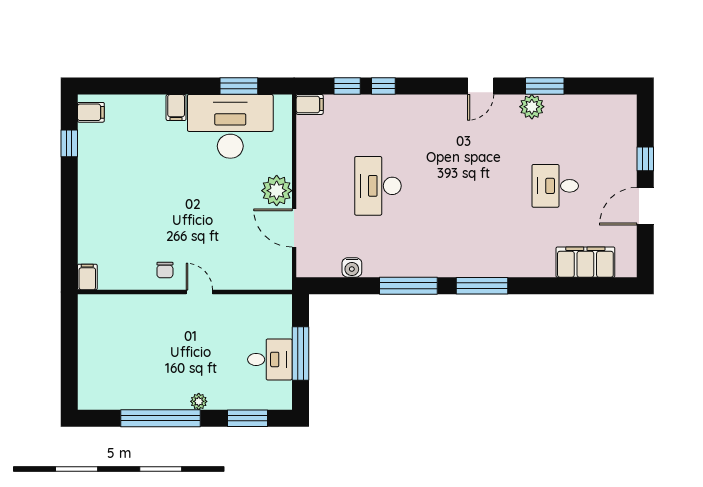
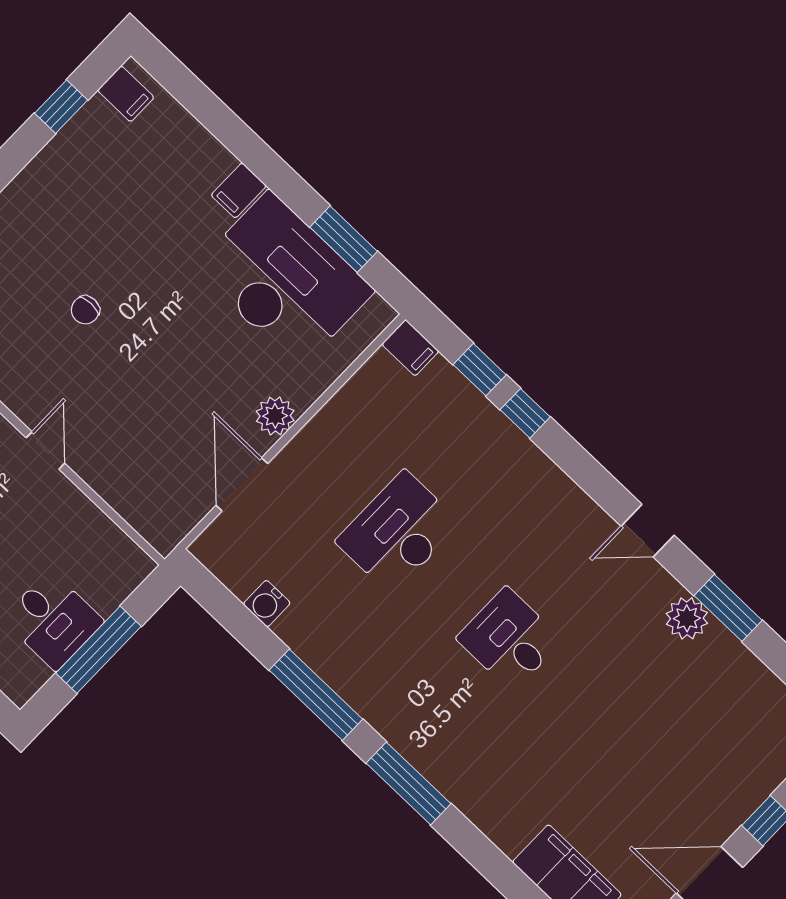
desk: (555, 186) -> (509, 639), moved
plant: (277, 191) -> (275, 416), width x0.73, depth x0.73
chair: (165, 270) -> (85, 310), moved

